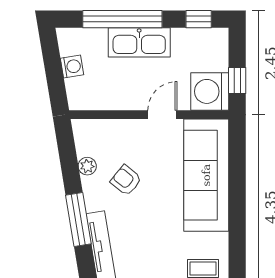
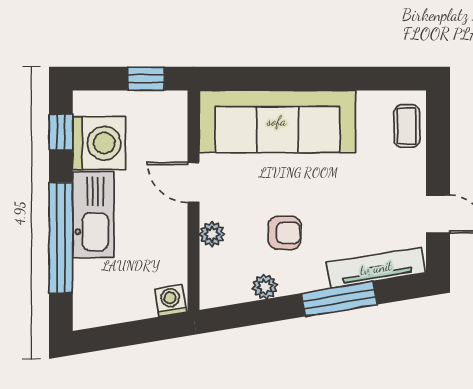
washing machine: (72, 67) -> (170, 301), moved
washing machine: (210, 91) -> (99, 143), moved, turned -90
plant: (125, 128) -> (212, 234), added
armchair: (126, 180) -> (285, 233), turned -129

